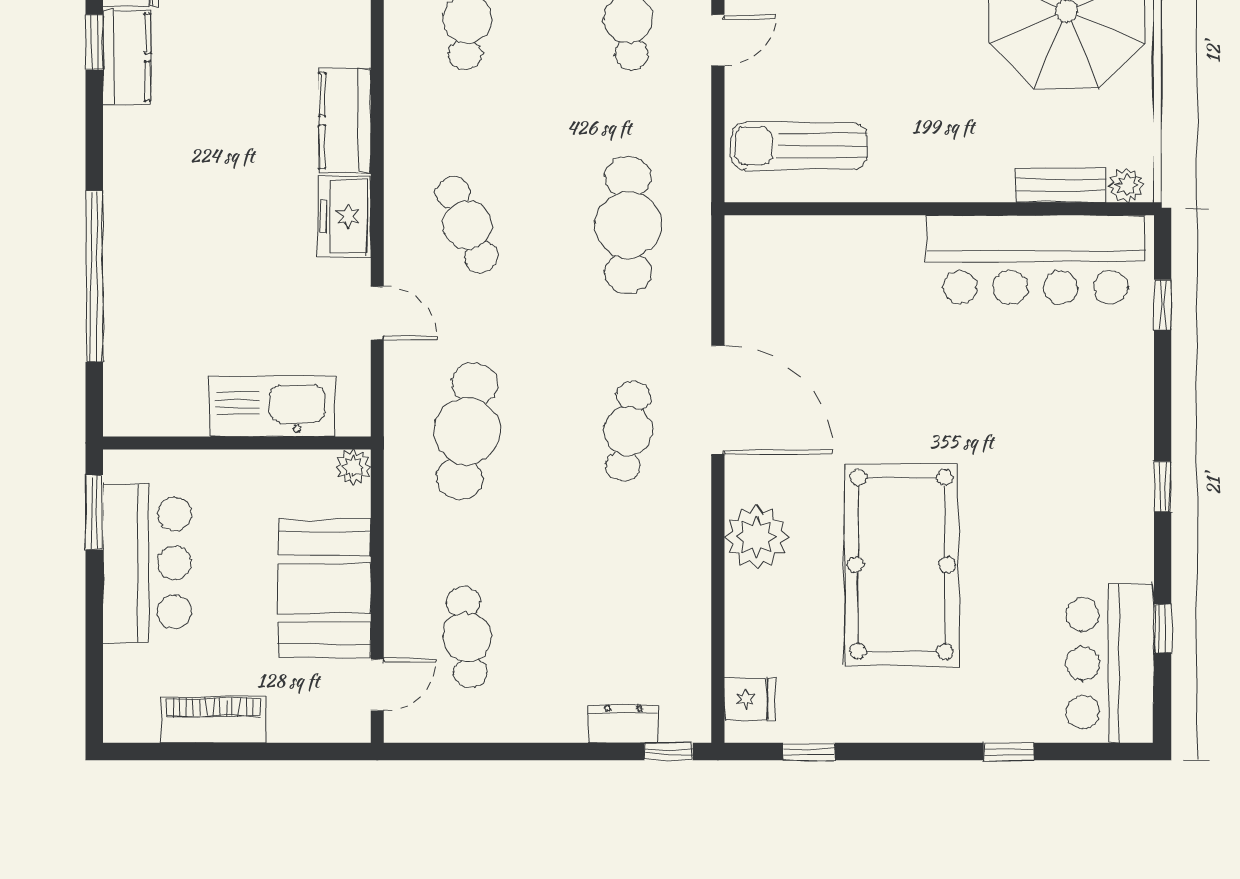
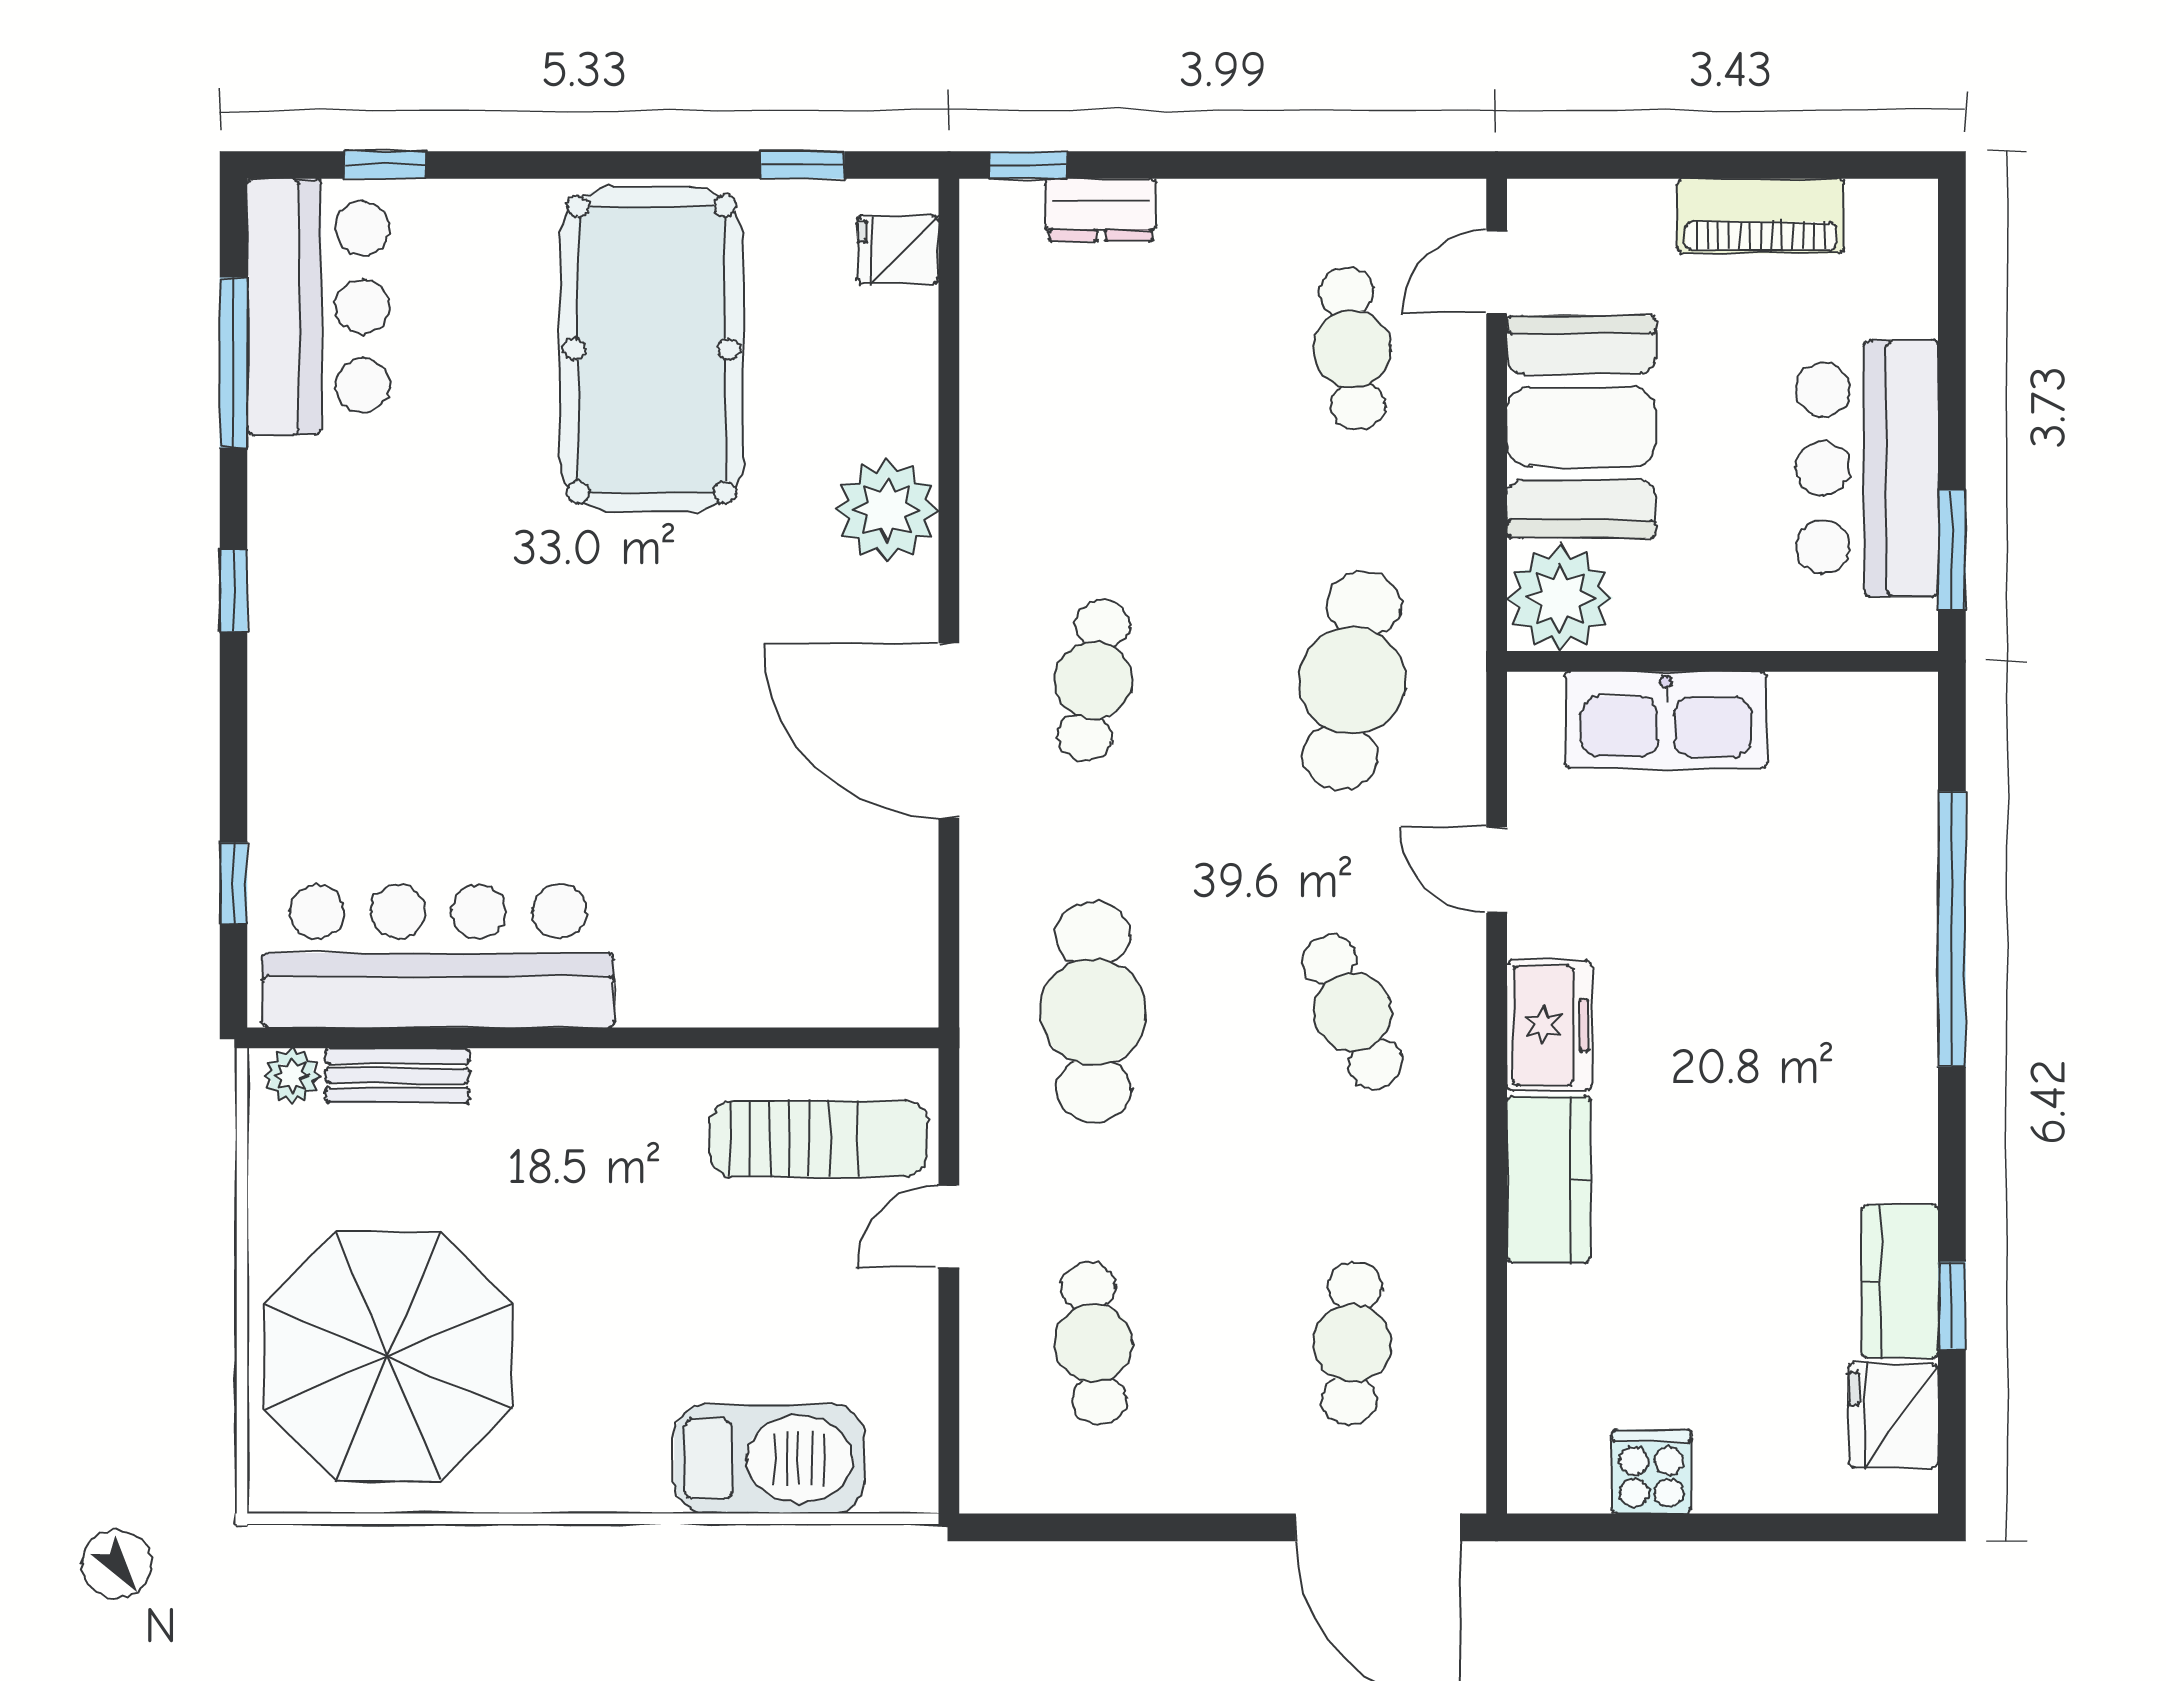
door: (718, 40) -> (949, 1227), moved
plant: (353, 467) -> (1560, 598), width x1.88, depth x1.88
pool table: (901, 565) -> (652, 349), moved
window: (1163, 629) -> (233, 363), width x2.17
window: (1009, 752) -> (385, 165), moved

